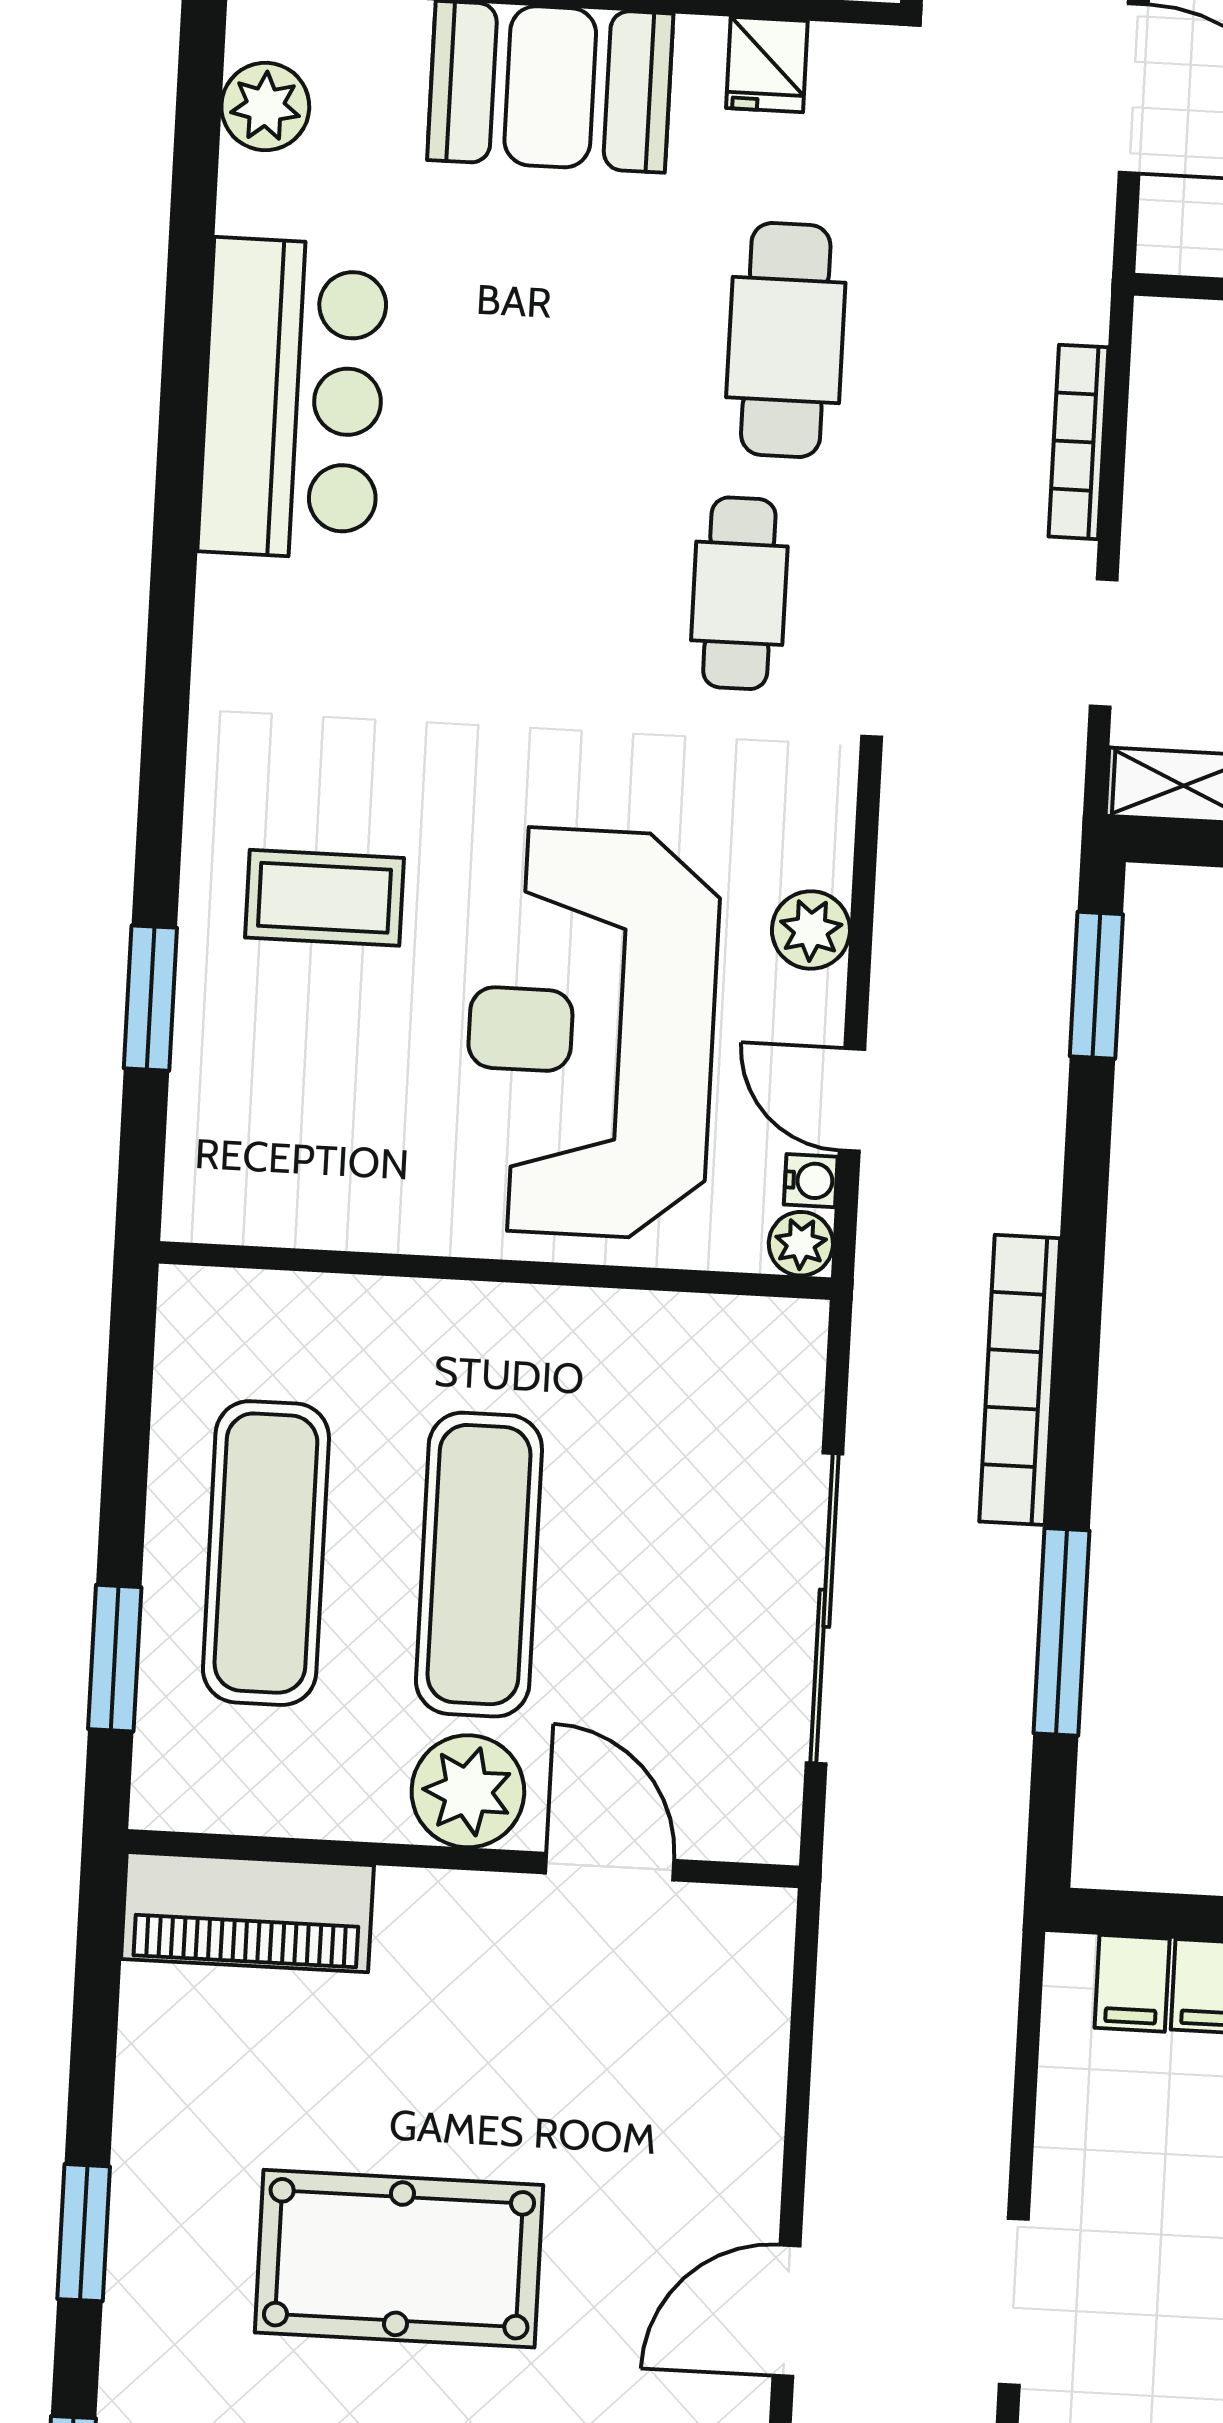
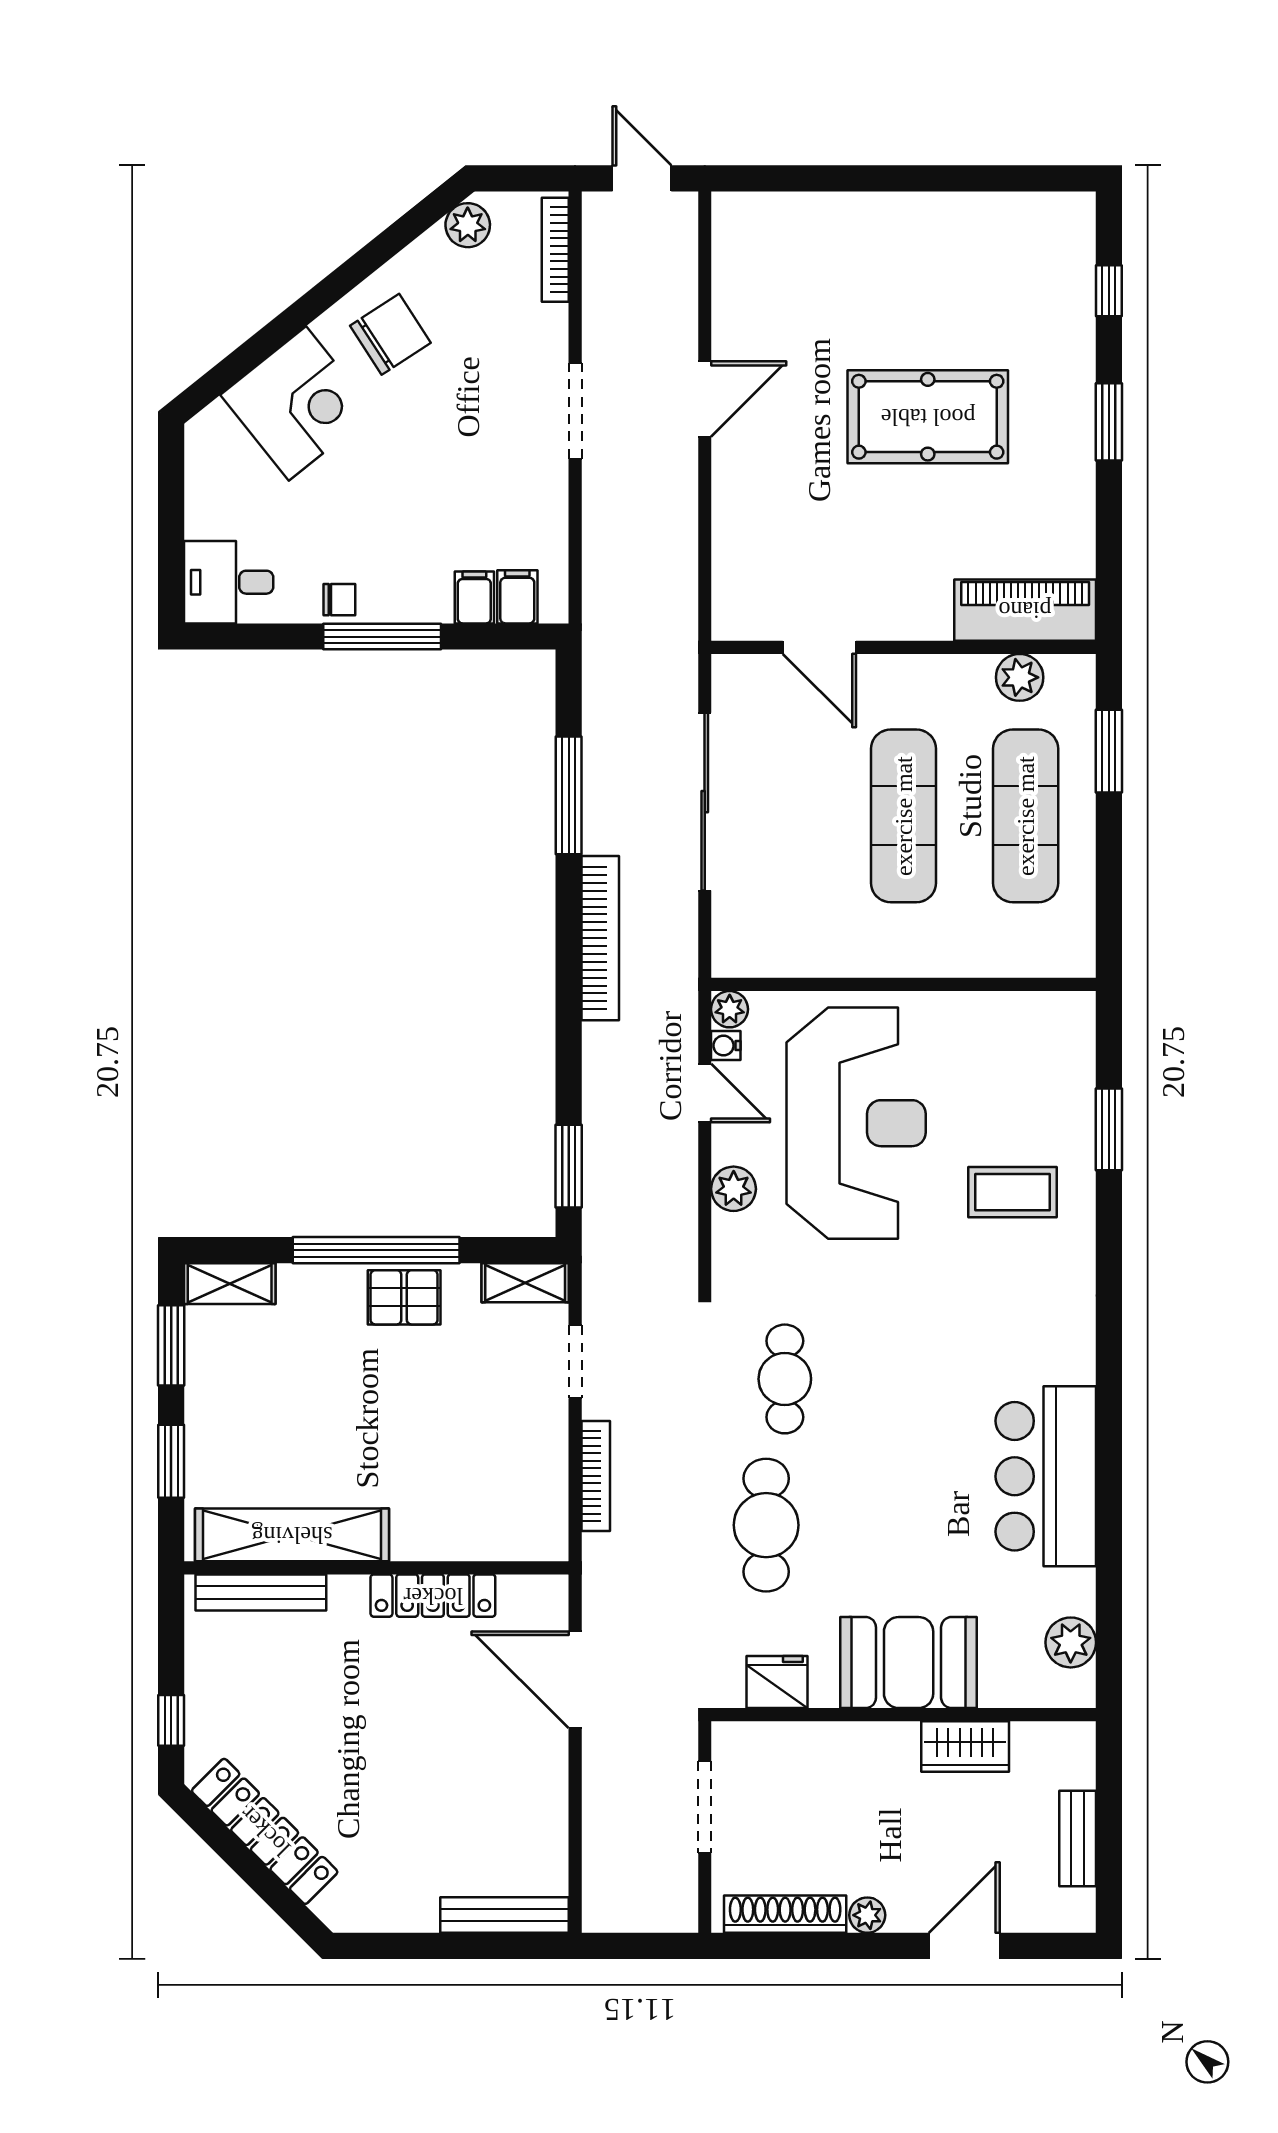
fridge: (767, 64) -> (777, 1682), width x1.38
plant: (468, 1791) -> (1020, 677), moved, width x0.73, depth x0.73

